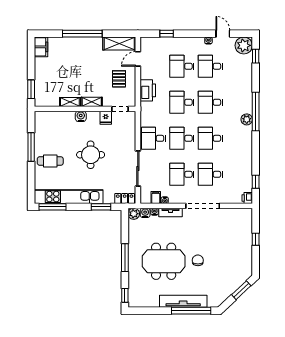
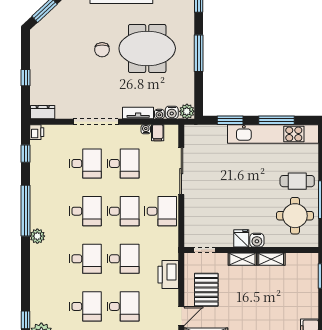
pallet: (119, 79) -> (206, 290), width x1.50, depth x1.42
window: (256, 112) -> (26, 211), moved
fridge: (106, 118) -> (241, 238), moved
round table: (91, 155) -> (295, 216), moved
locker: (125, 198) -> (199, 132), removed
window: (52, 207) -> (276, 120), moved
dresser: (243, 213) -> (43, 112), added

